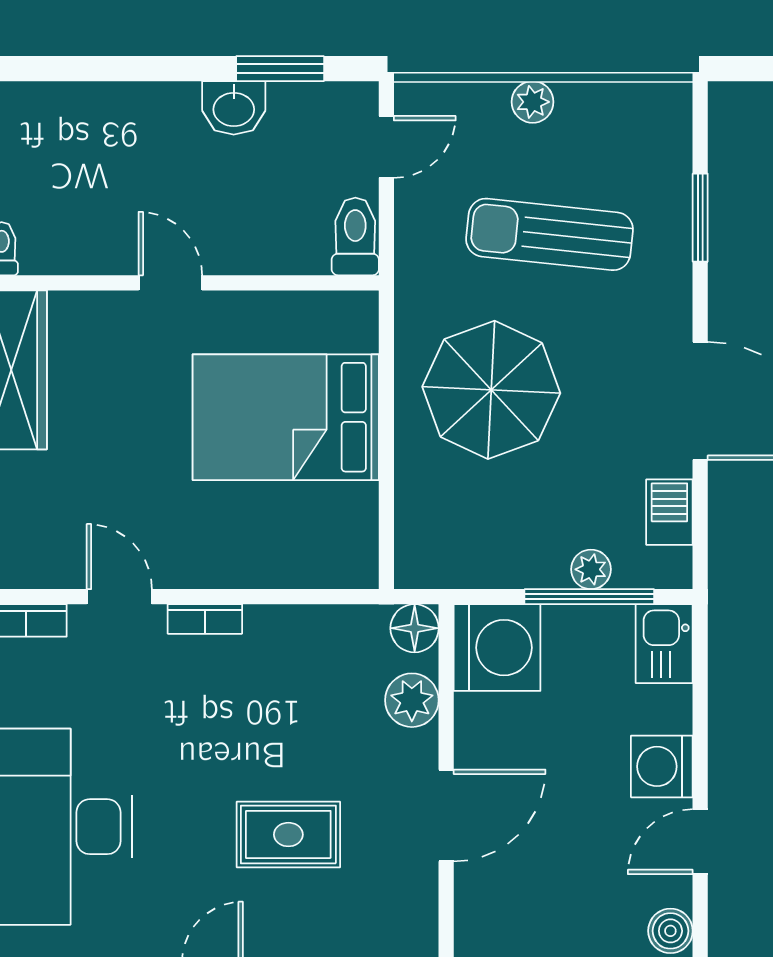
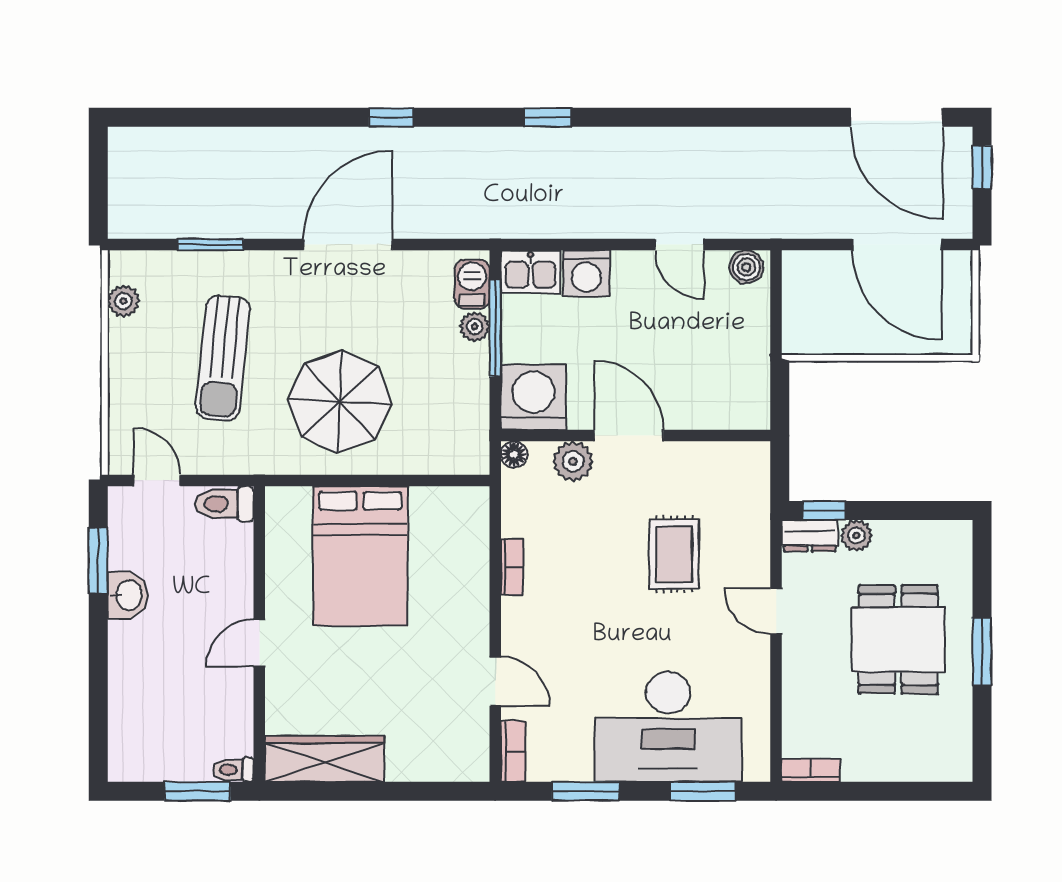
plant: (533, 102) -> (123, 301), moved
barbecue: (669, 512) -> (472, 284), moved, turned 90
door: (119, 597) -> (495, 681), swing flipped
bookcase: (205, 619) -> (512, 567), moved
floor lamp: (415, 628) -> (514, 454), width x0.73, depth x0.73
washing machine: (662, 766) -> (586, 273), moved
door: (446, 816) -> (629, 436), moved

